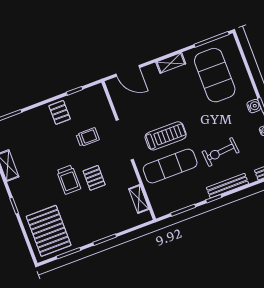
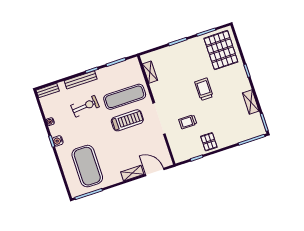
shelving: (171, 63) -> (132, 173), moved
treadmill: (166, 136) -> (127, 120), turned 180
pallet: (94, 178) -> (184, 90), removed

